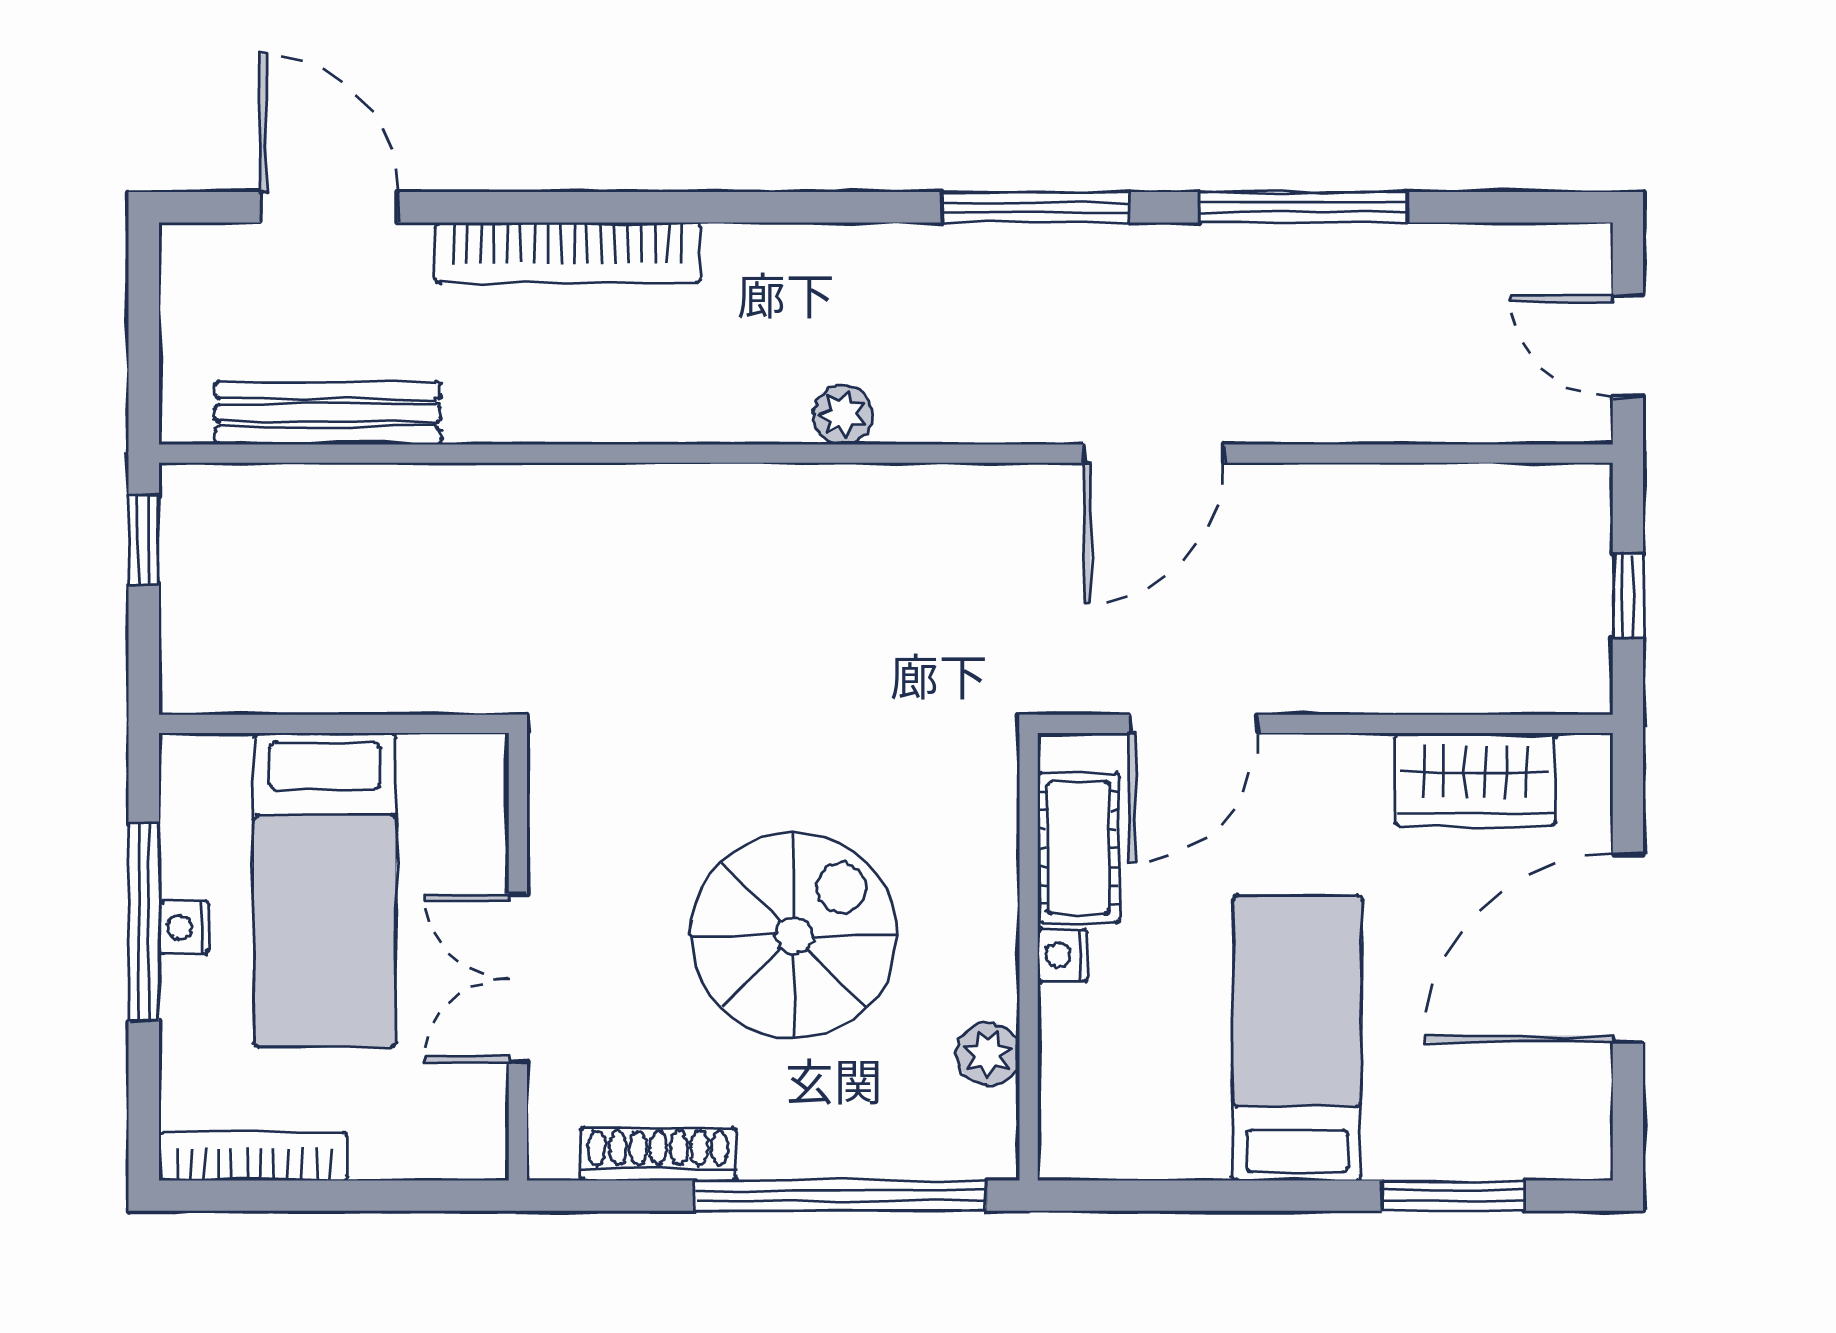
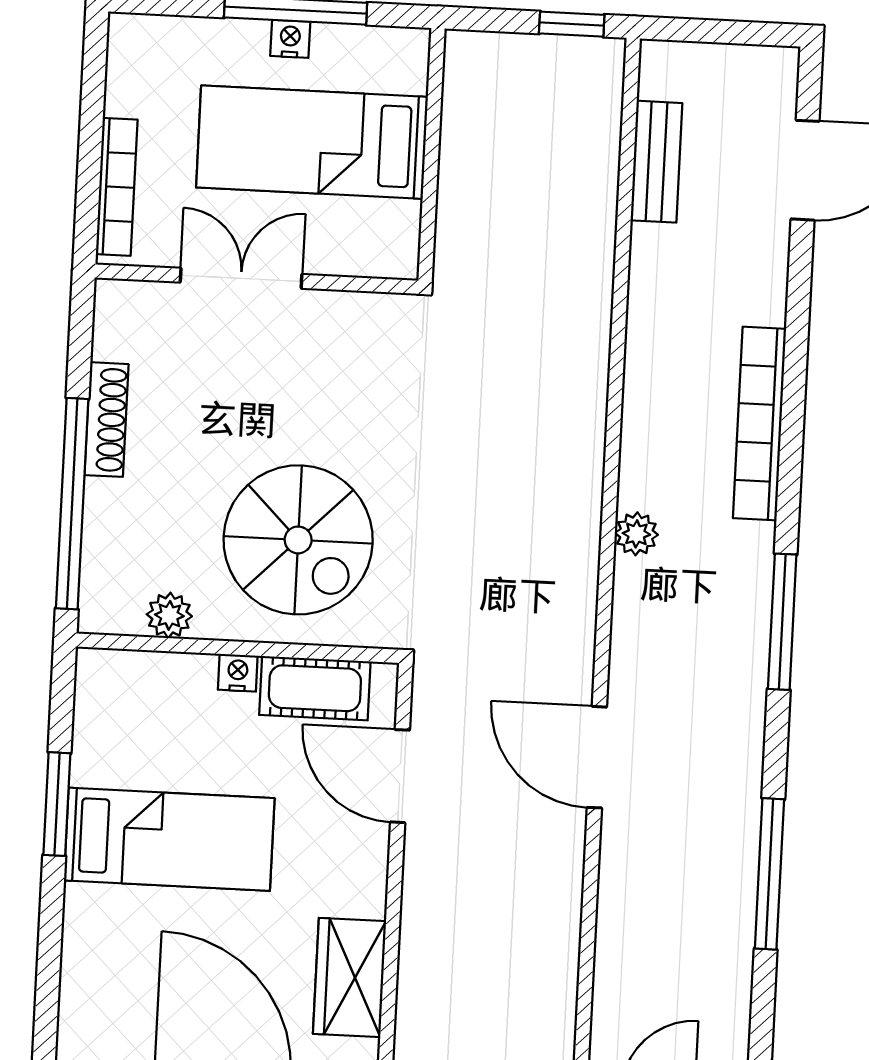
window: (1036, 207) -> (782, 622), moved
bookcase: (568, 252) -> (760, 423), moved
bench: (328, 413) -> (656, 162), width x0.73
spiral stairs: (794, 935) -> (298, 540), moved
shoe rack: (658, 1154) -> (107, 420), moved
bookcase: (253, 1156) -> (117, 187), moved
window: (1453, 1196) -> (57, 804), moved

